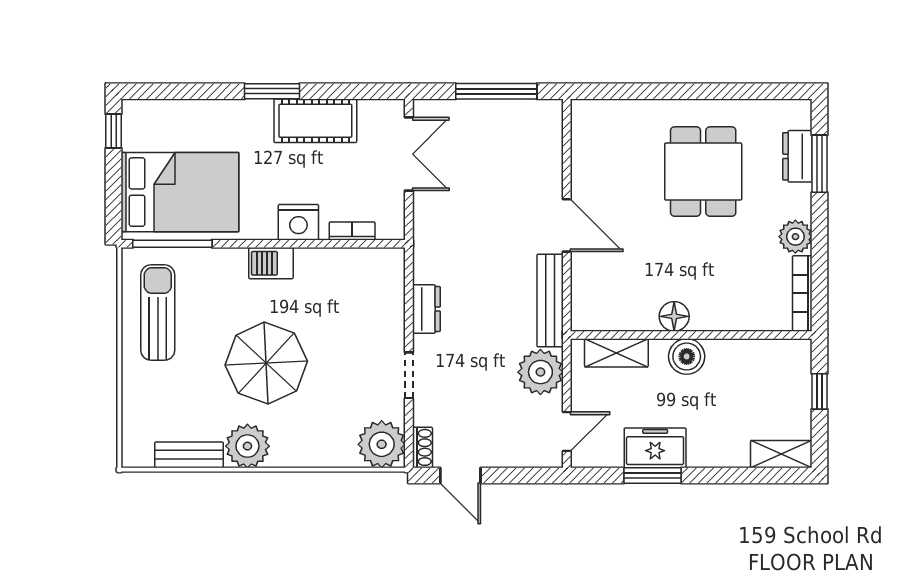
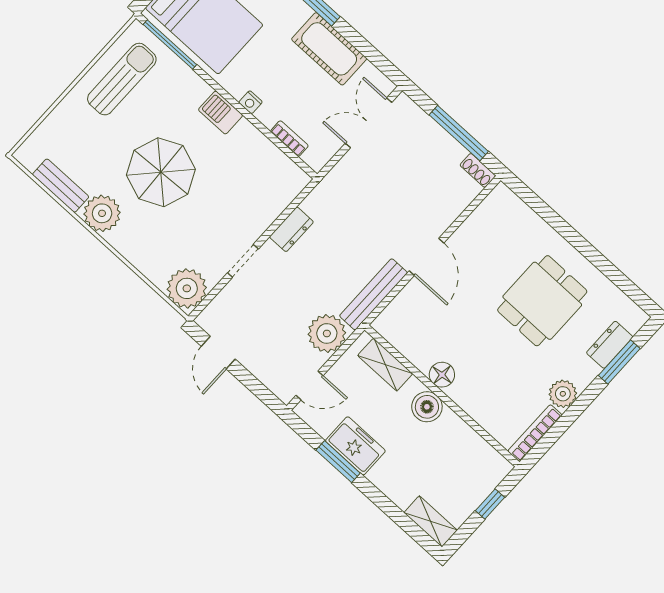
double door: (409, 154) -> (369, 123), swing flipped
nightstand: (298, 222) -> (251, 102), width x0.53, depth x0.56
shoe rack: (422, 447) -> (478, 170), moved, turned 90

